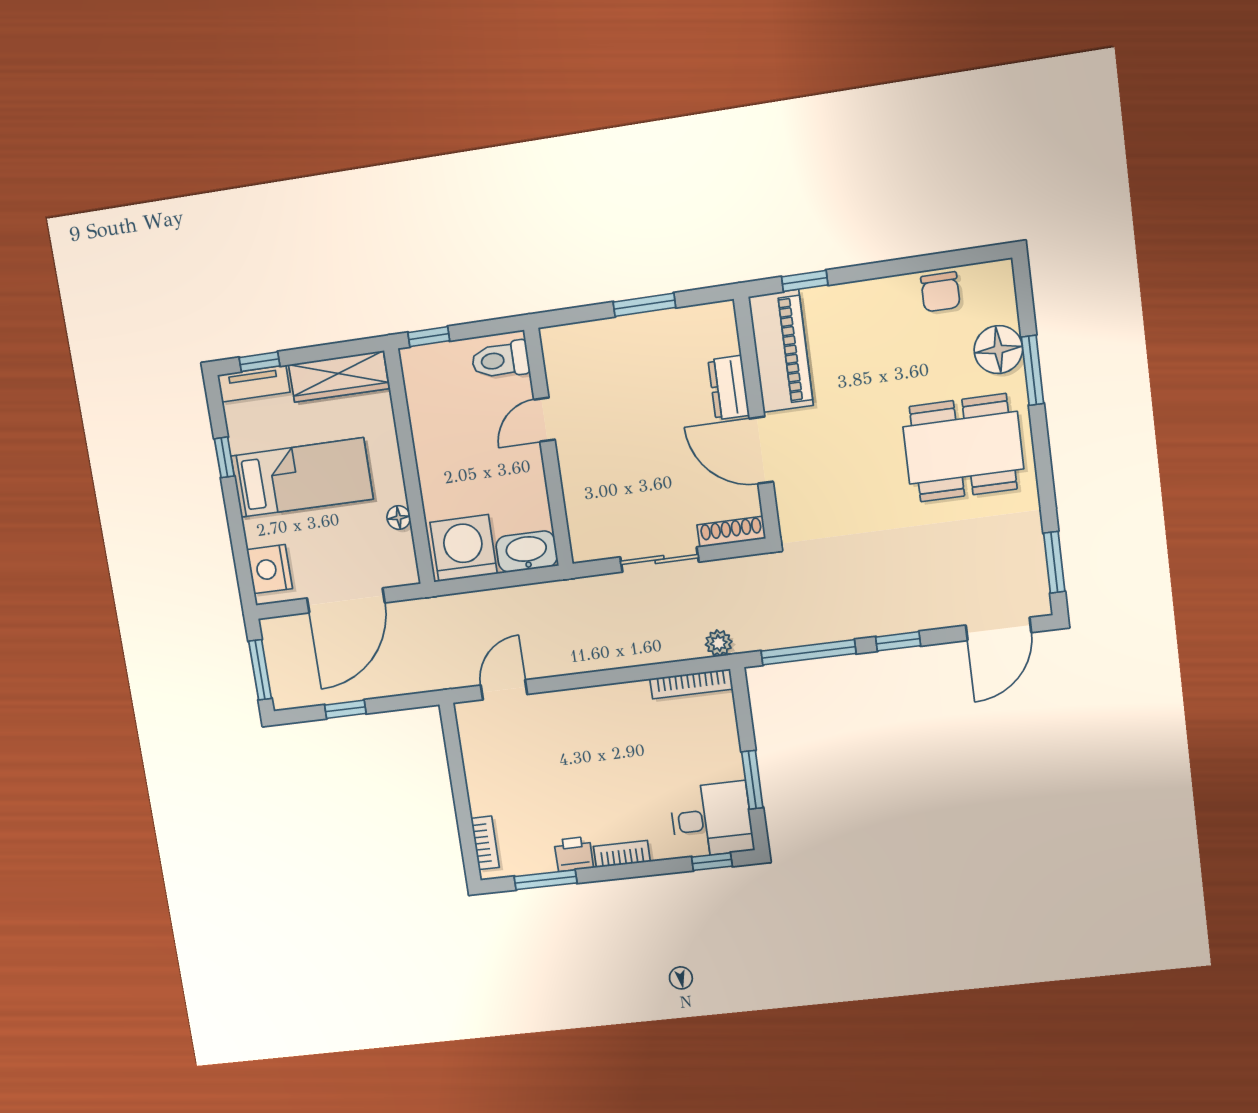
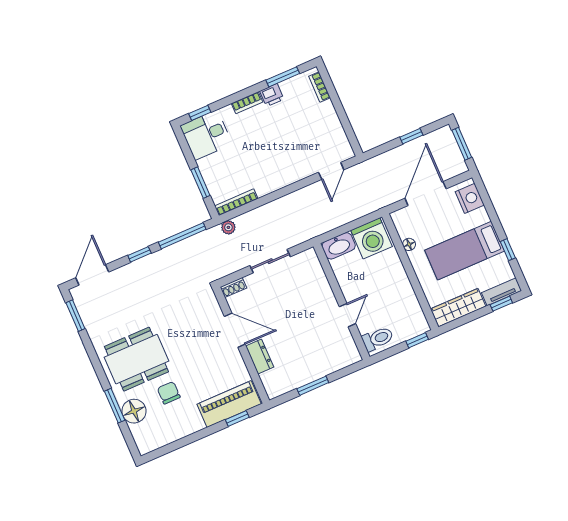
chair: (940, 292) -> (169, 393), moved
piano: (781, 351) -> (229, 404), moved, turned 90
shoe rack: (731, 532) -> (233, 287), width x0.70
window: (752, 780) -> (200, 183), moved

